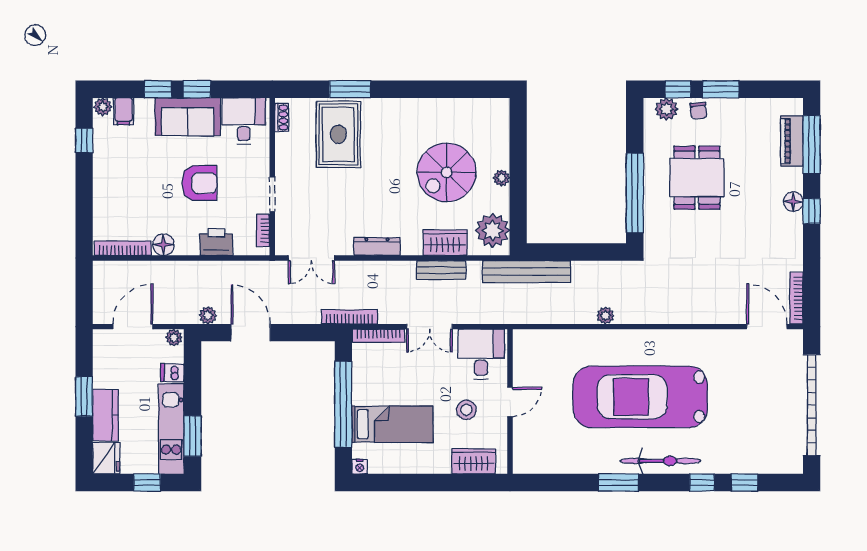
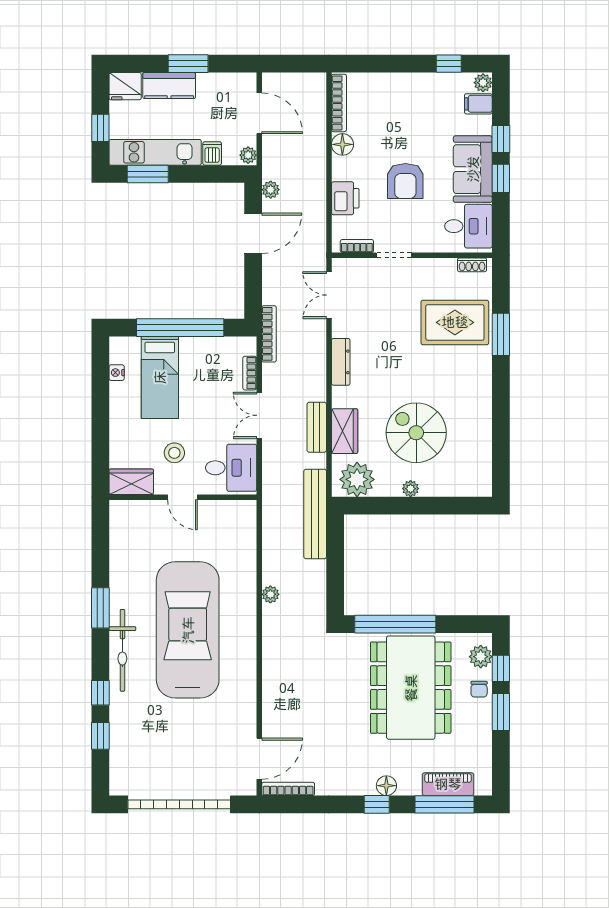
chair: (699, 111) -> (479, 689), turned -85
dining table: (697, 178) -> (411, 688), width x1.88, depth x1.24
bookcase: (379, 336) -> (250, 373), width x0.64
wardrobe: (474, 461) -> (131, 482), moved, turned -90
nightstand: (360, 467) -> (117, 373), moved

